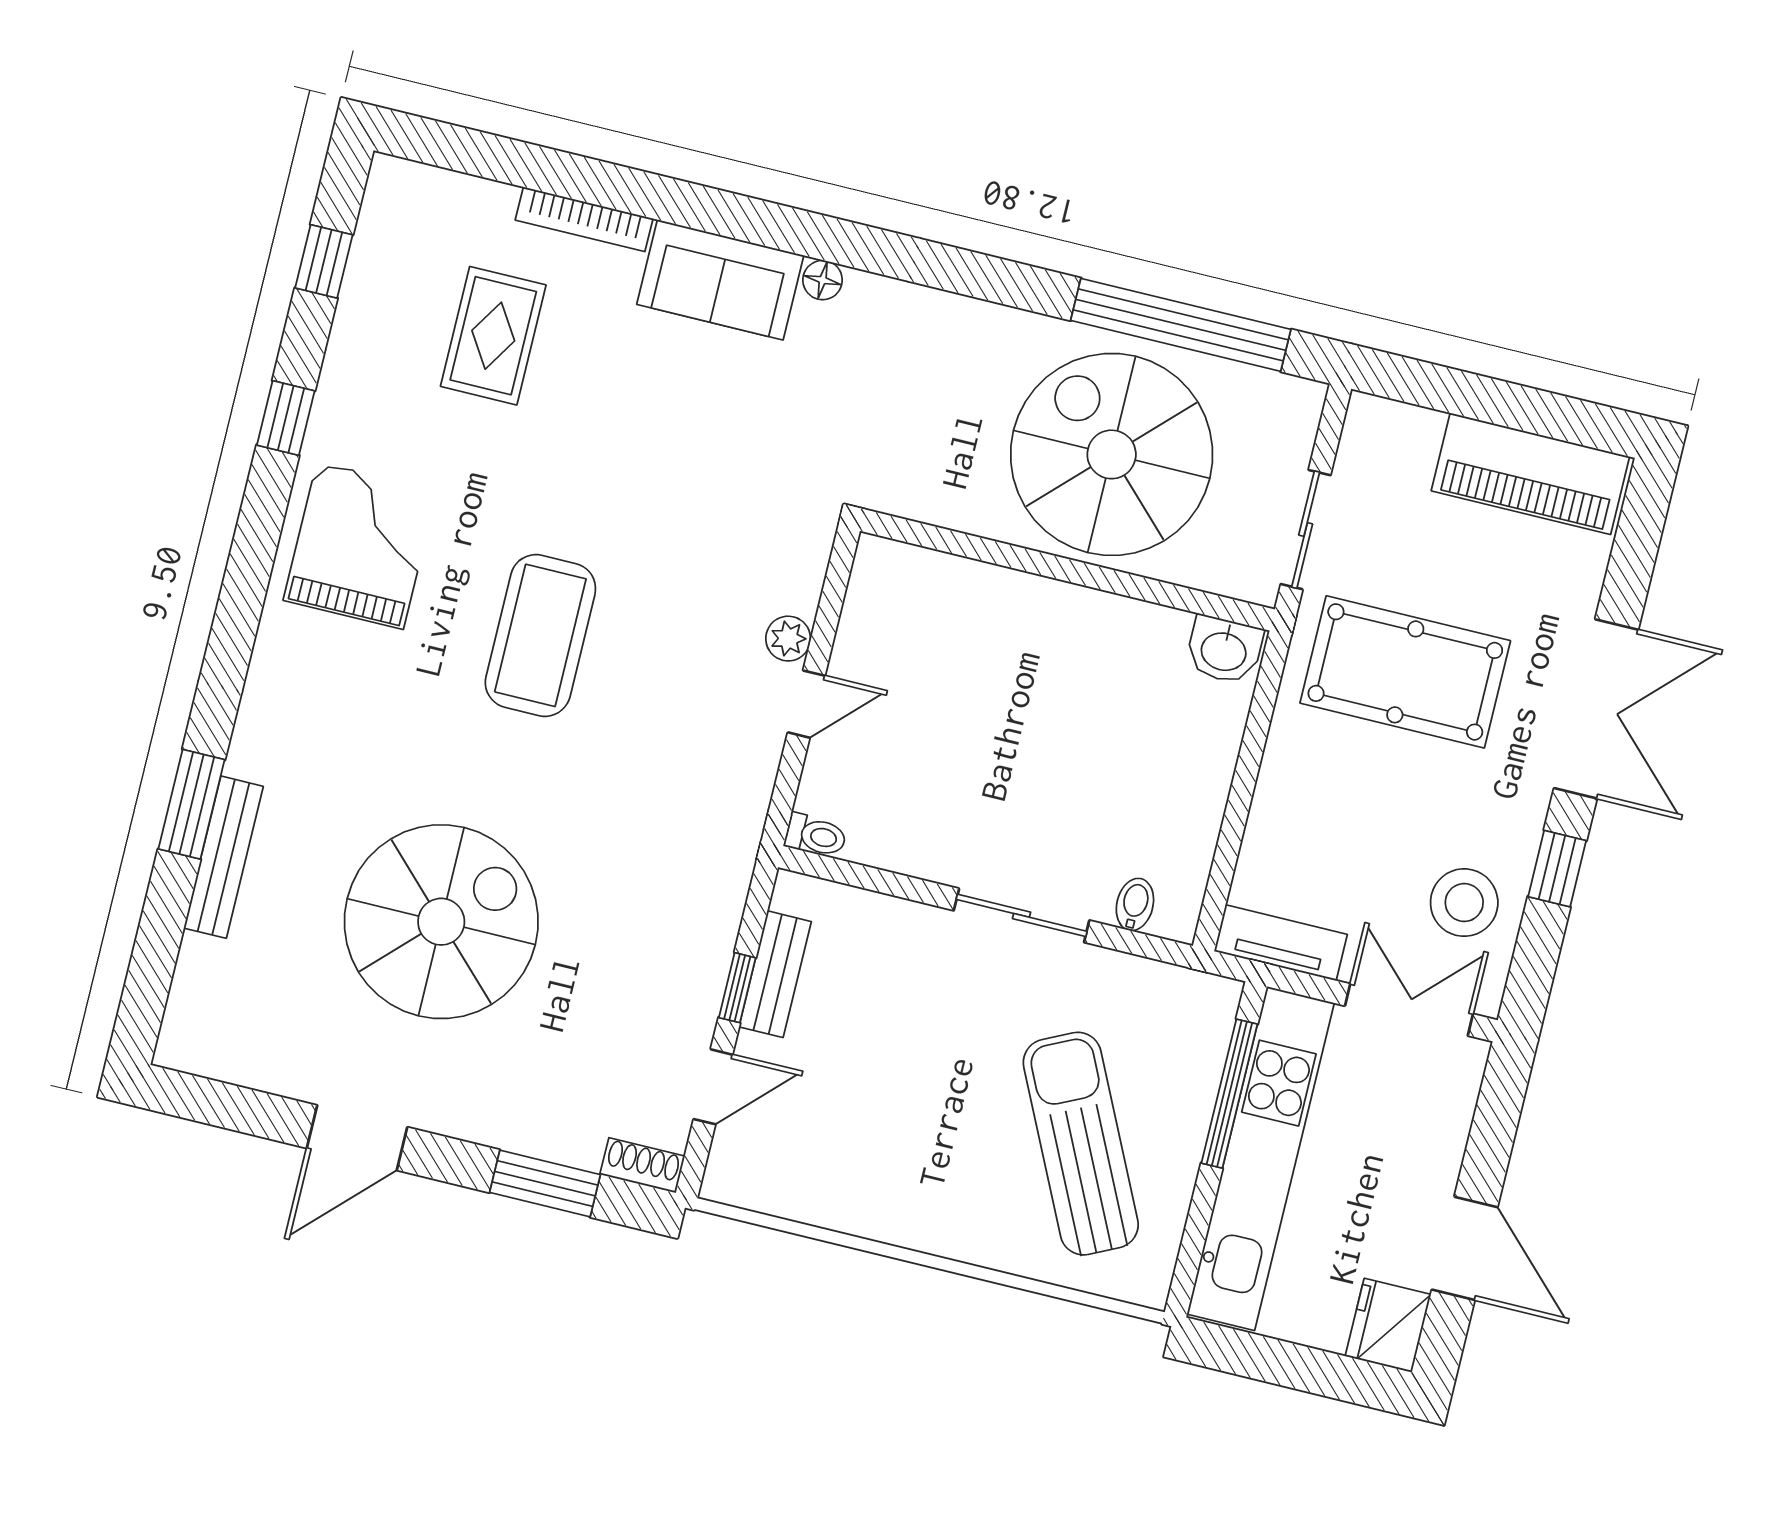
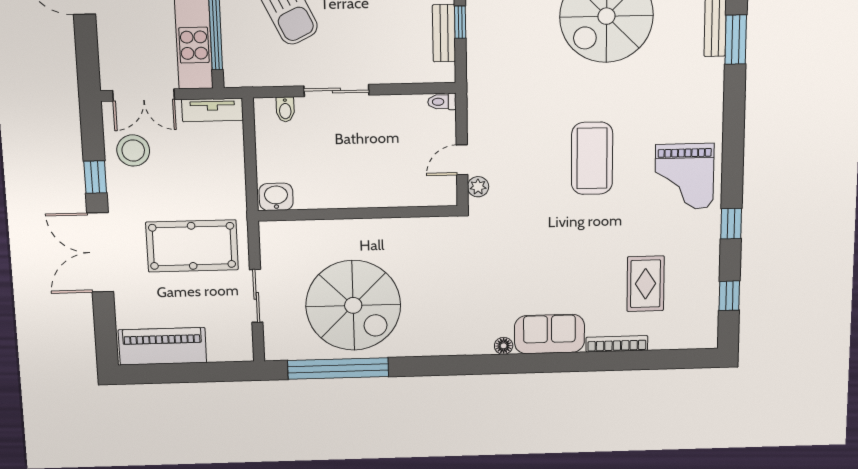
wall: (1067, 570) -> (358, 213), moved
washbasin: (1224, 650) -> (276, 197), moved

